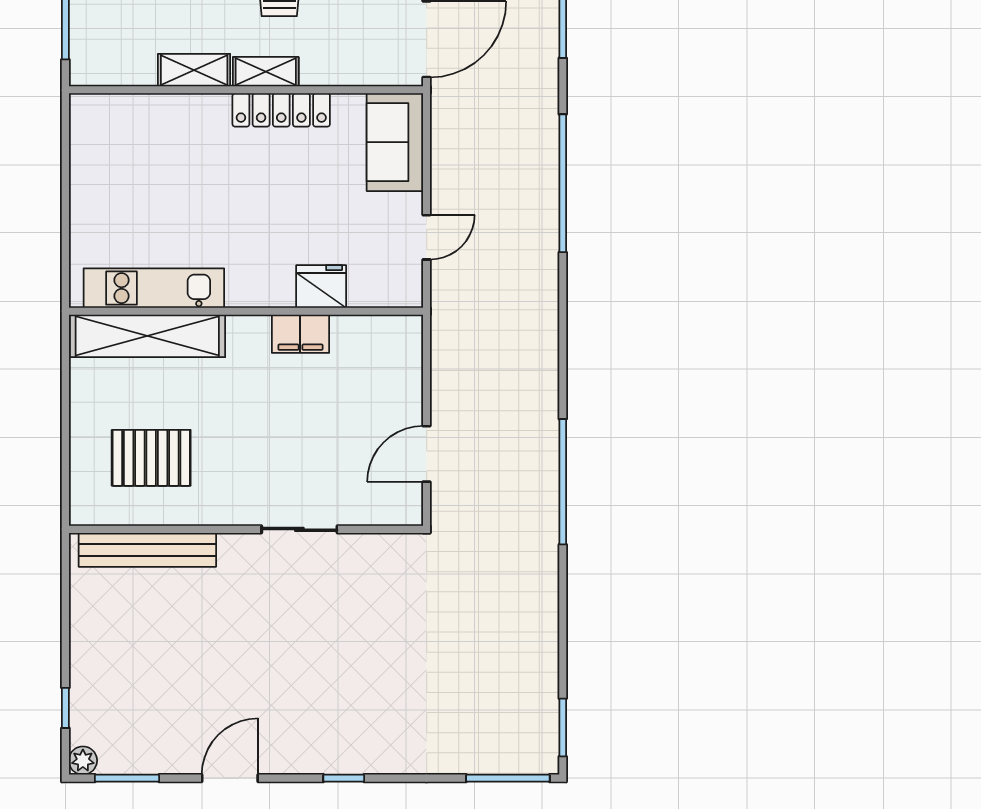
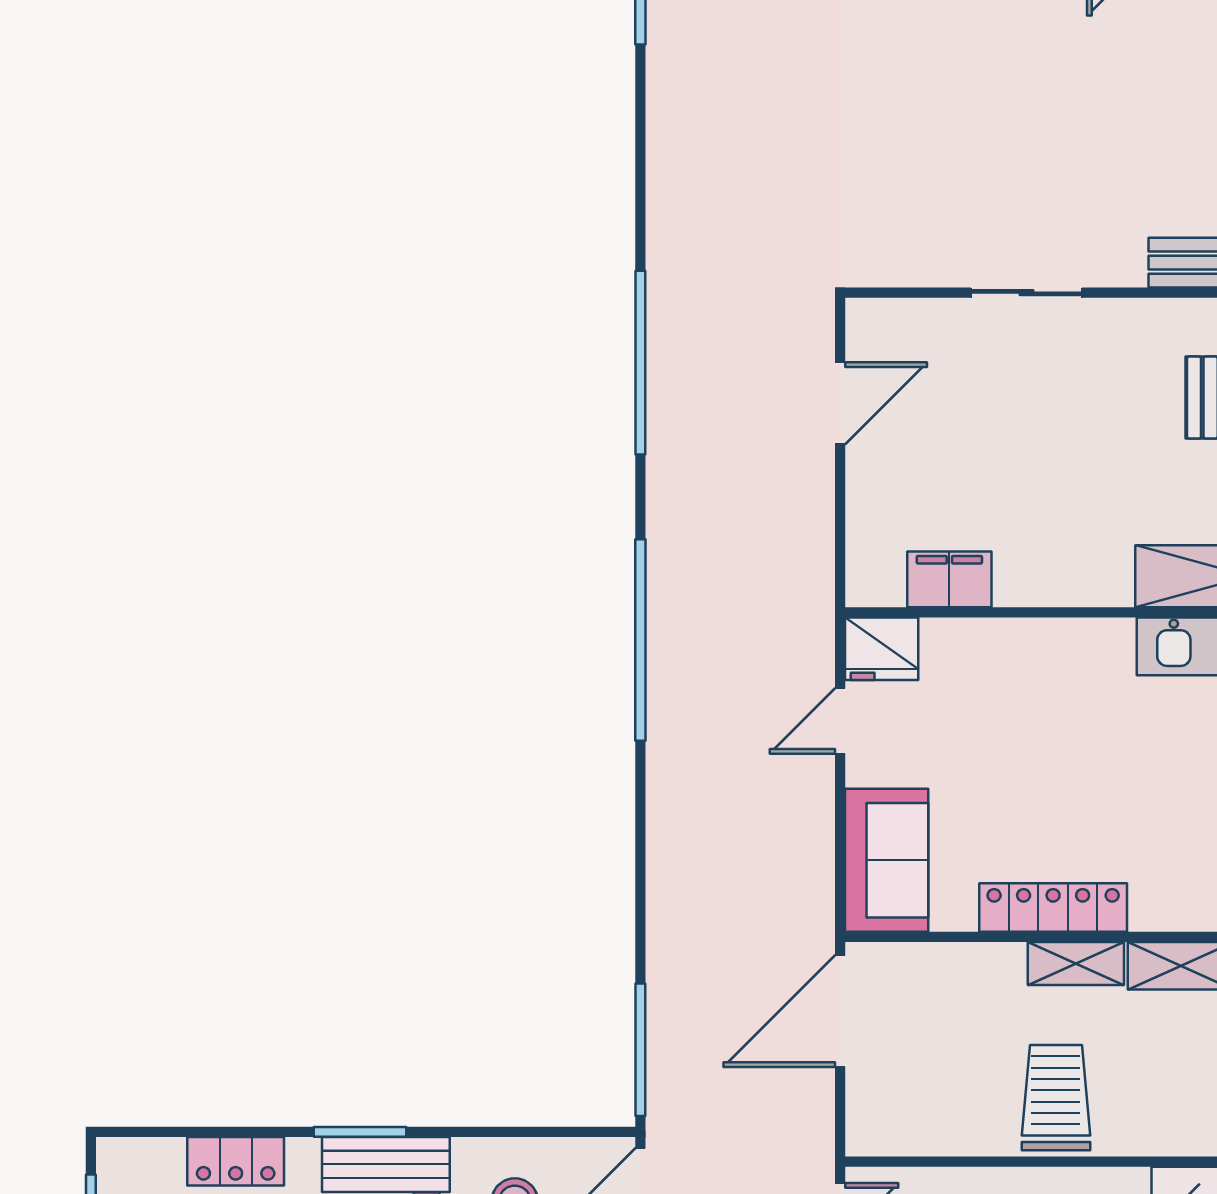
window: (563, 183) -> (640, 640), moved
fridge: (321, 286) -> (882, 649), moved
filing cabinet: (300, 334) -> (949, 579), moved

